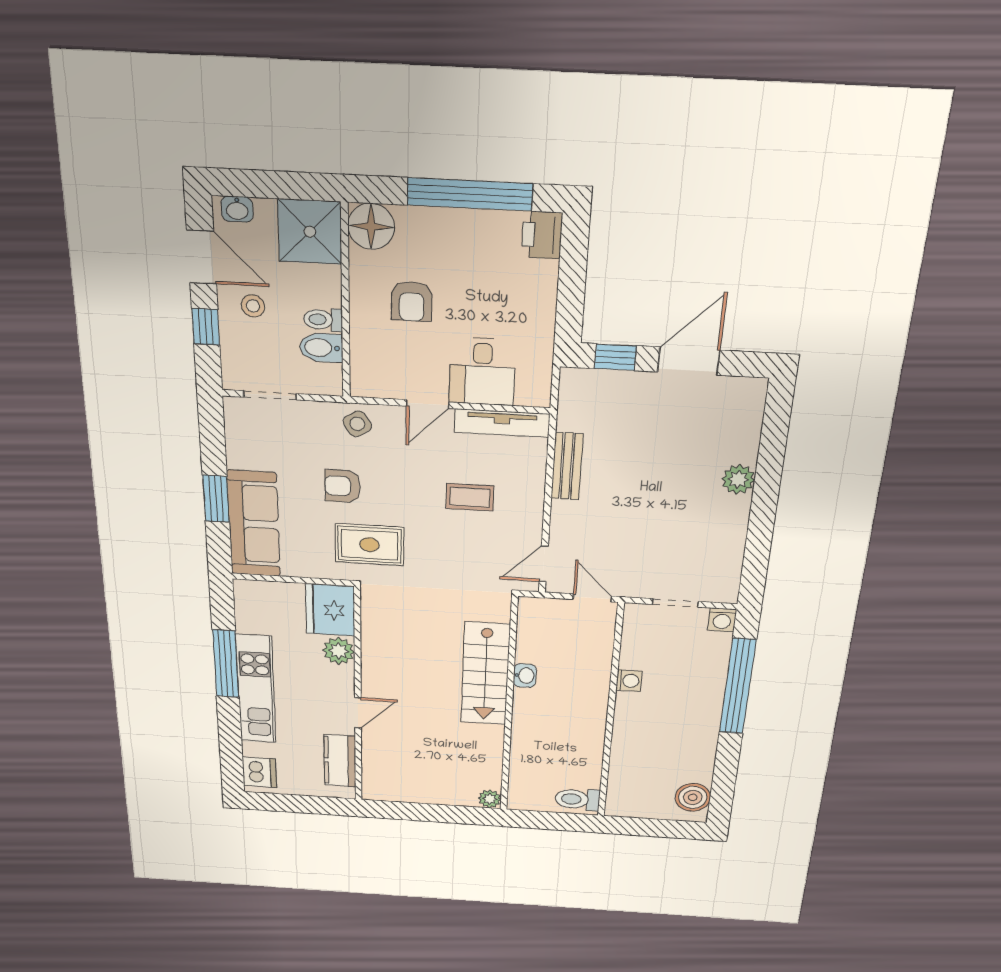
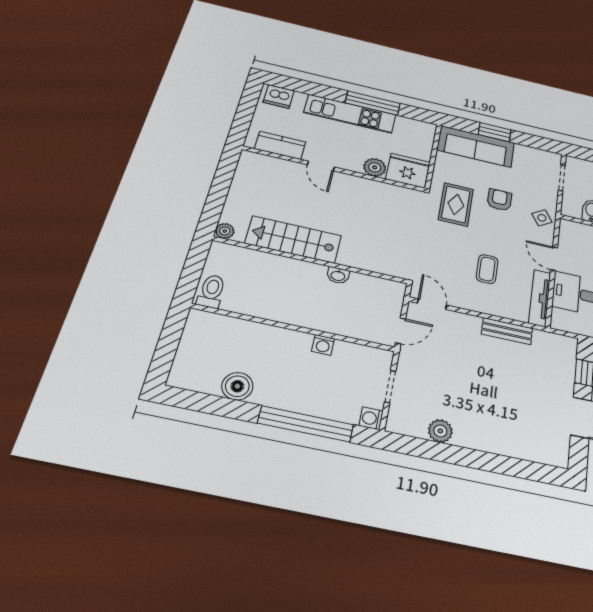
plant: (738, 479) -> (440, 431), moved
stairs: (485, 674) -> (293, 239), moved
boiler: (693, 797) -> (237, 386), moved

